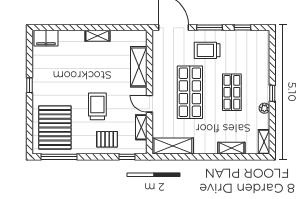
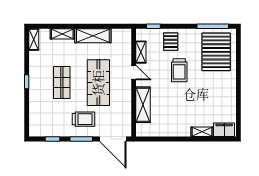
shelving: (97, 36) -> (202, 132), moved
window: (30, 85) -> (238, 89), removed
plant: (264, 108) -> (33, 69), removed
pallet: (107, 139) -> (171, 42), turned 90
shelving: (173, 146) -> (93, 36), moved

